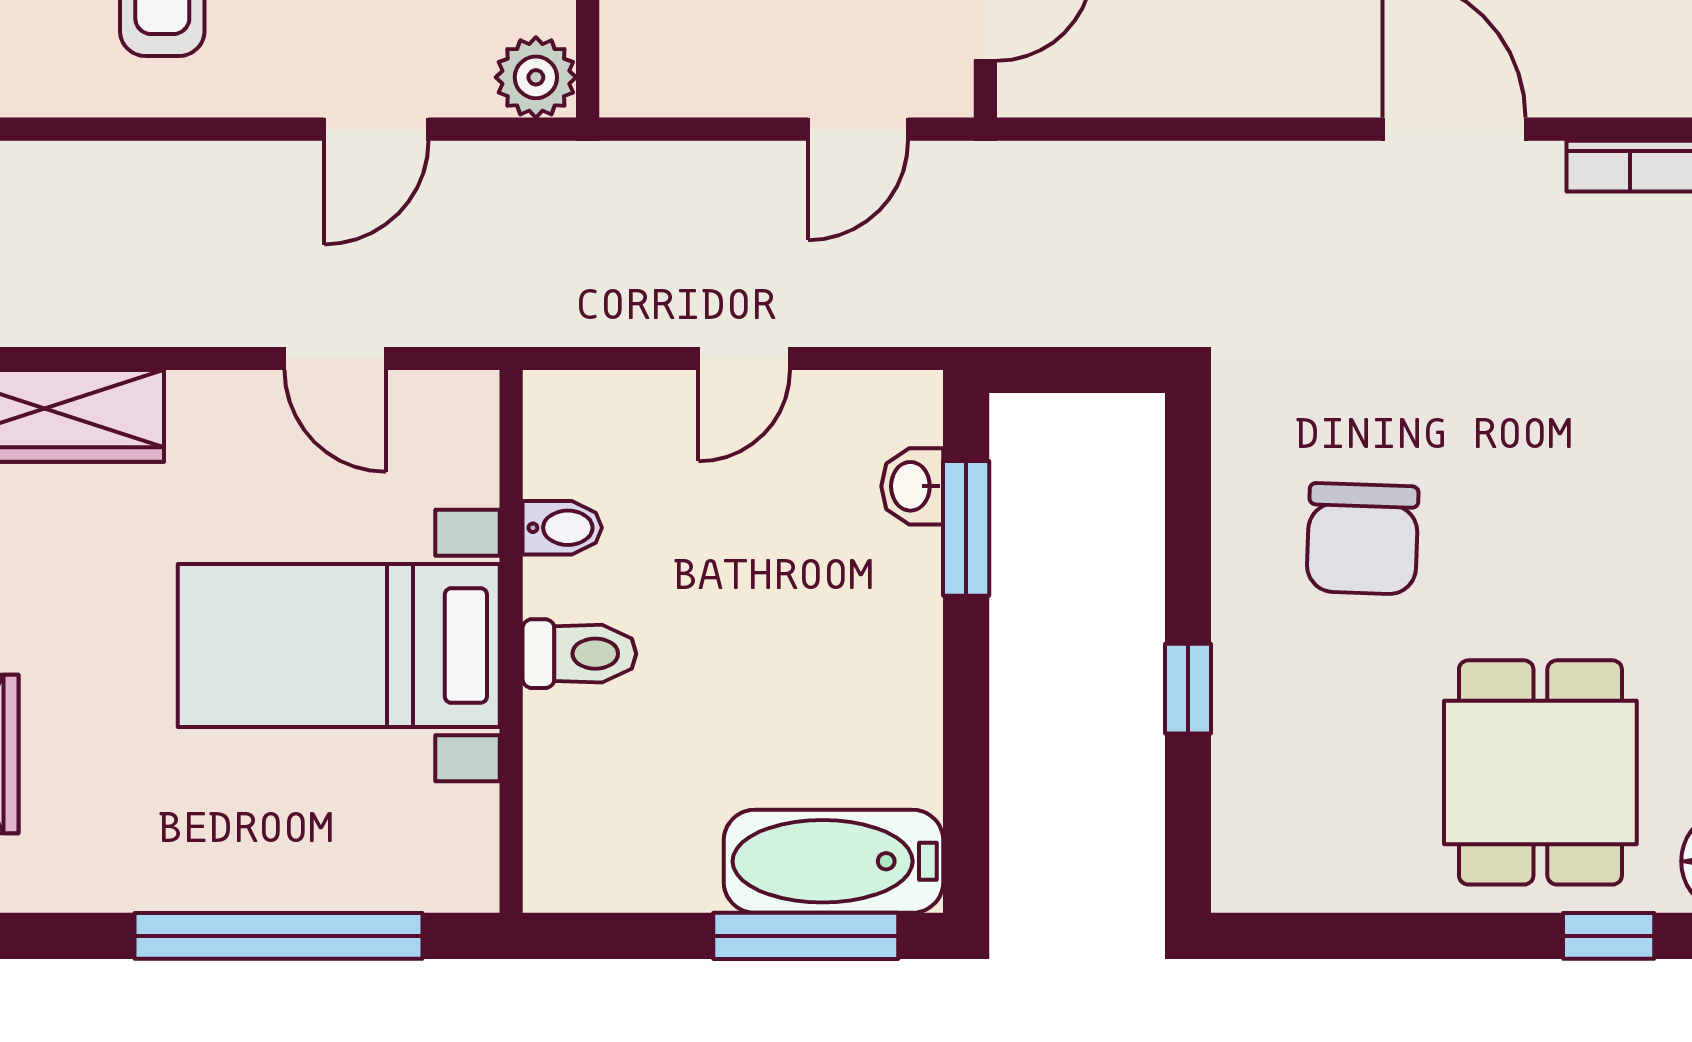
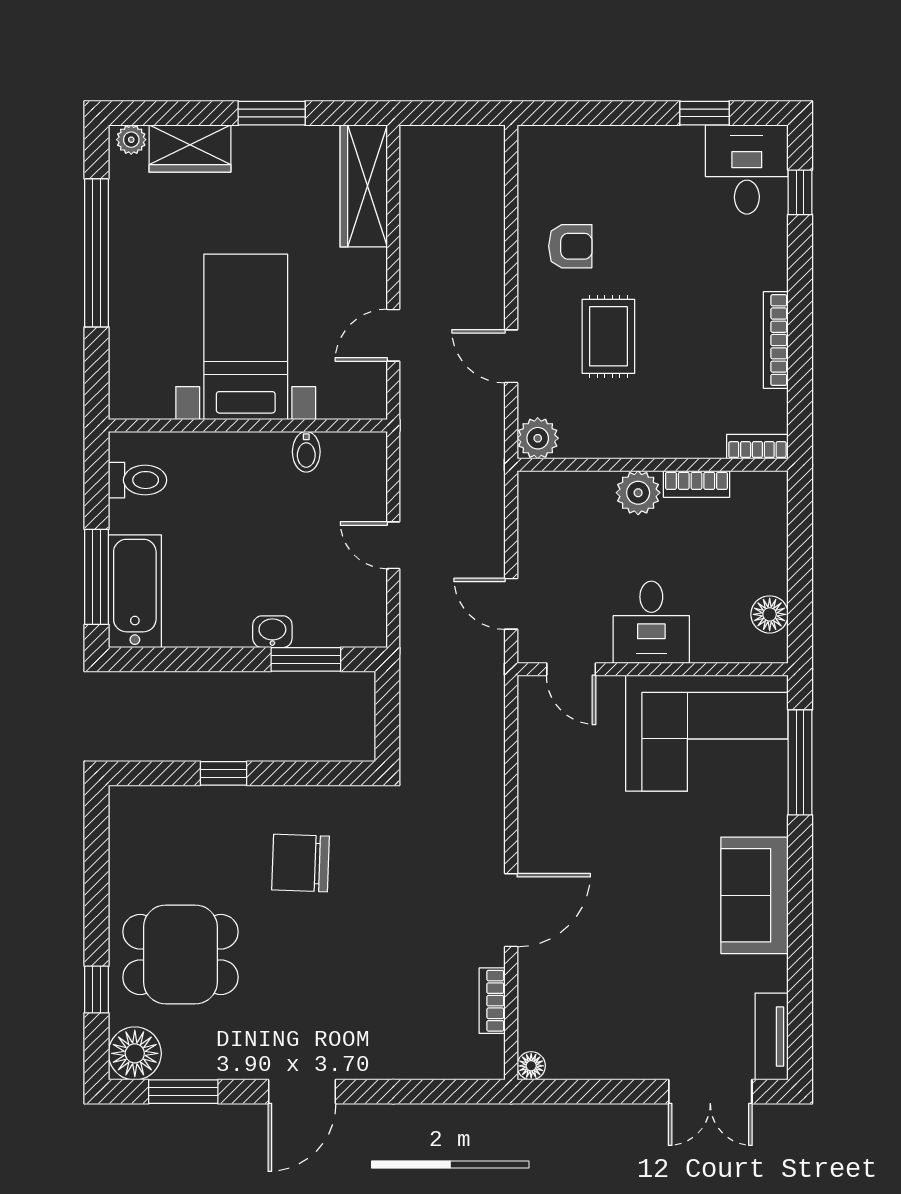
washbasin: (912, 486) -> (272, 632), moved
toilet: (579, 654) -> (137, 480), moved, turned -90
window: (279, 936) -> (96, 253), moved

